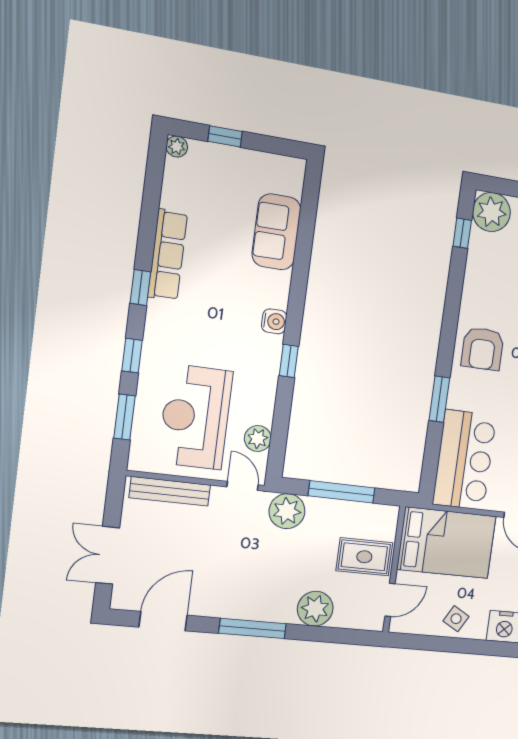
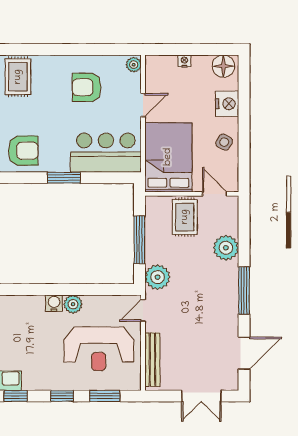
water cooler: (274, 321) -> (54, 303), moved
window: (289, 361) -> (51, 290), removed
plant: (258, 439) -> (73, 304), moved
door: (163, 621) -> (244, 353), swing flipped

